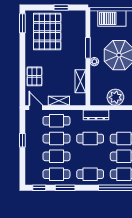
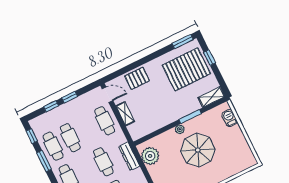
window: (61, 7) -> (210, 58), moved
barbecue: (112, 18) -> (230, 118), width x0.53, depth x0.65
shelving: (80, 81) -> (212, 97), moved
plant: (115, 97) -> (150, 156), moved
door: (36, 108) -> (107, 95), hinge flipped
cafe table: (56, 139) -> (87, 129), removed
window: (22, 159) -> (51, 106), added

